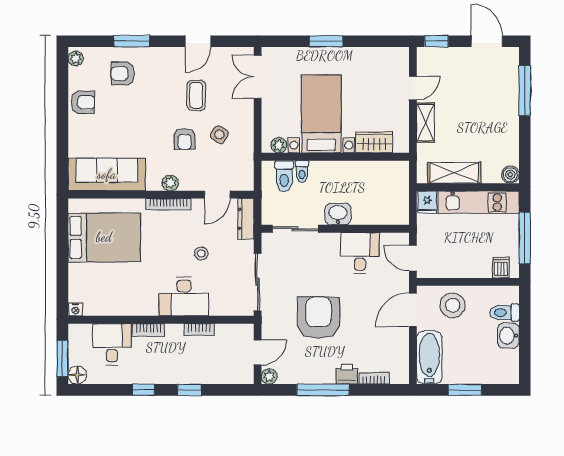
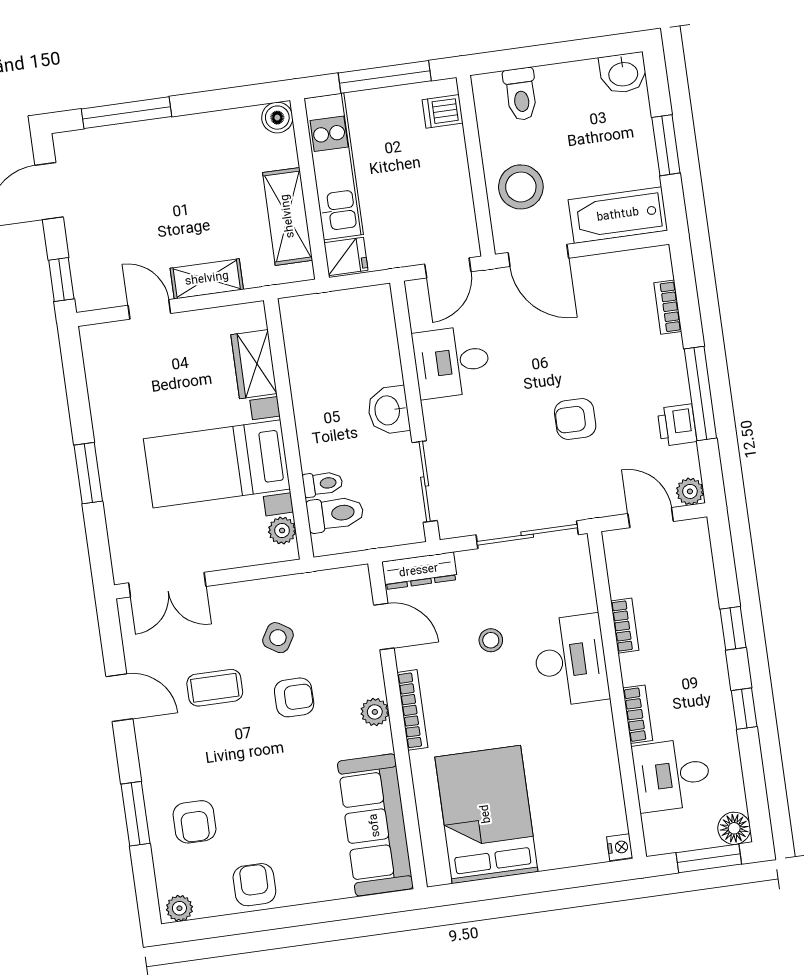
armchair: (319, 318) -> (575, 419), width x0.53, depth x0.53
washbasin: (508, 336) -> (623, 73), moved
printer: (347, 374) -> (677, 425), moved

